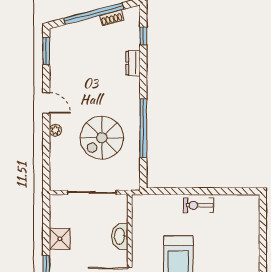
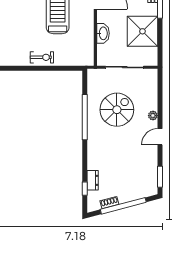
dresser: (133, 63) -> (93, 180), moved
door: (46, 103) -> (160, 137), hinge flipped
shower: (60, 239) -> (142, 31), width x1.86, depth x1.86

